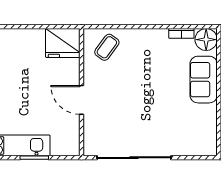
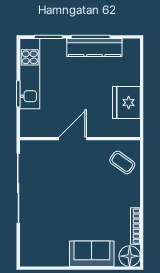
bookcase: (181, 33) -> (135, 226), width x1.56
fridge: (63, 43) -> (126, 103), moved

